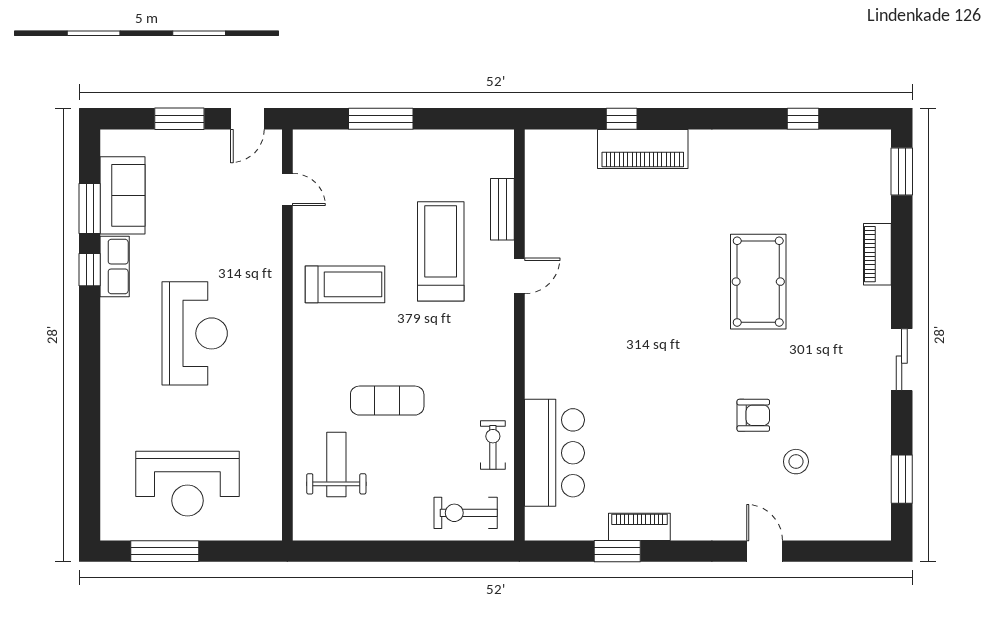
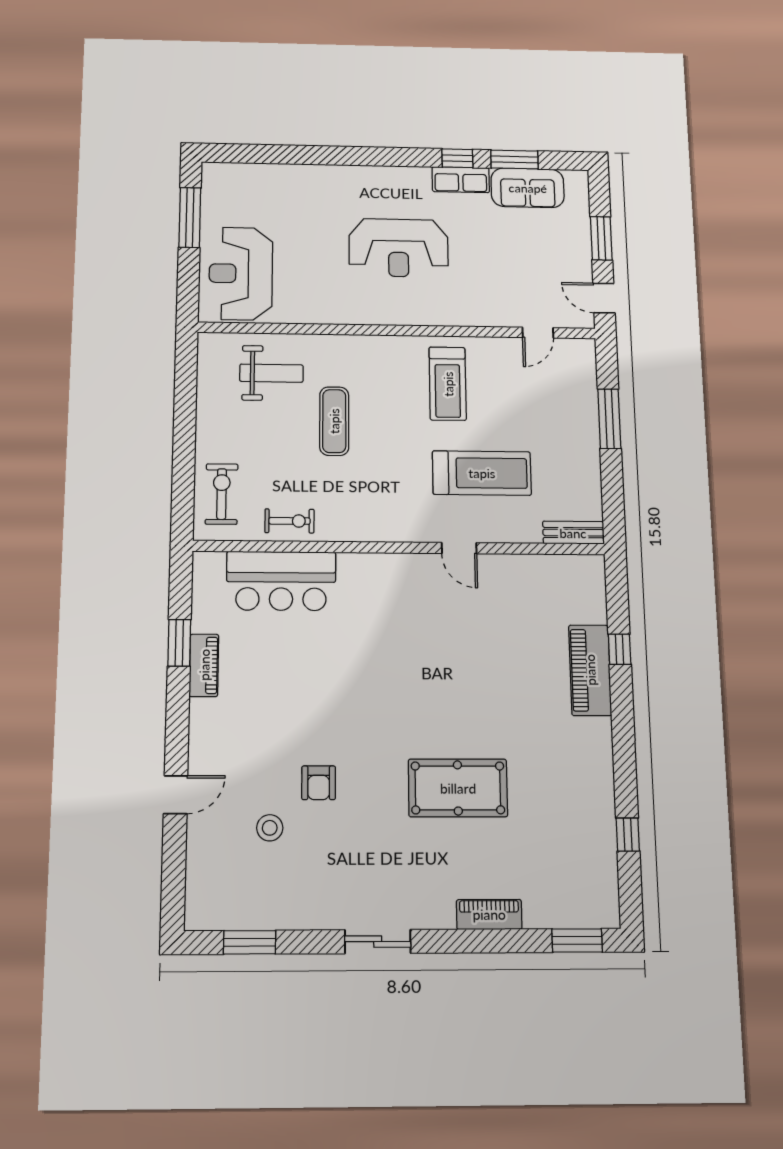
bench: (502, 209) -> (573, 533), moved
reception desk: (187, 484) -> (241, 273), moved

